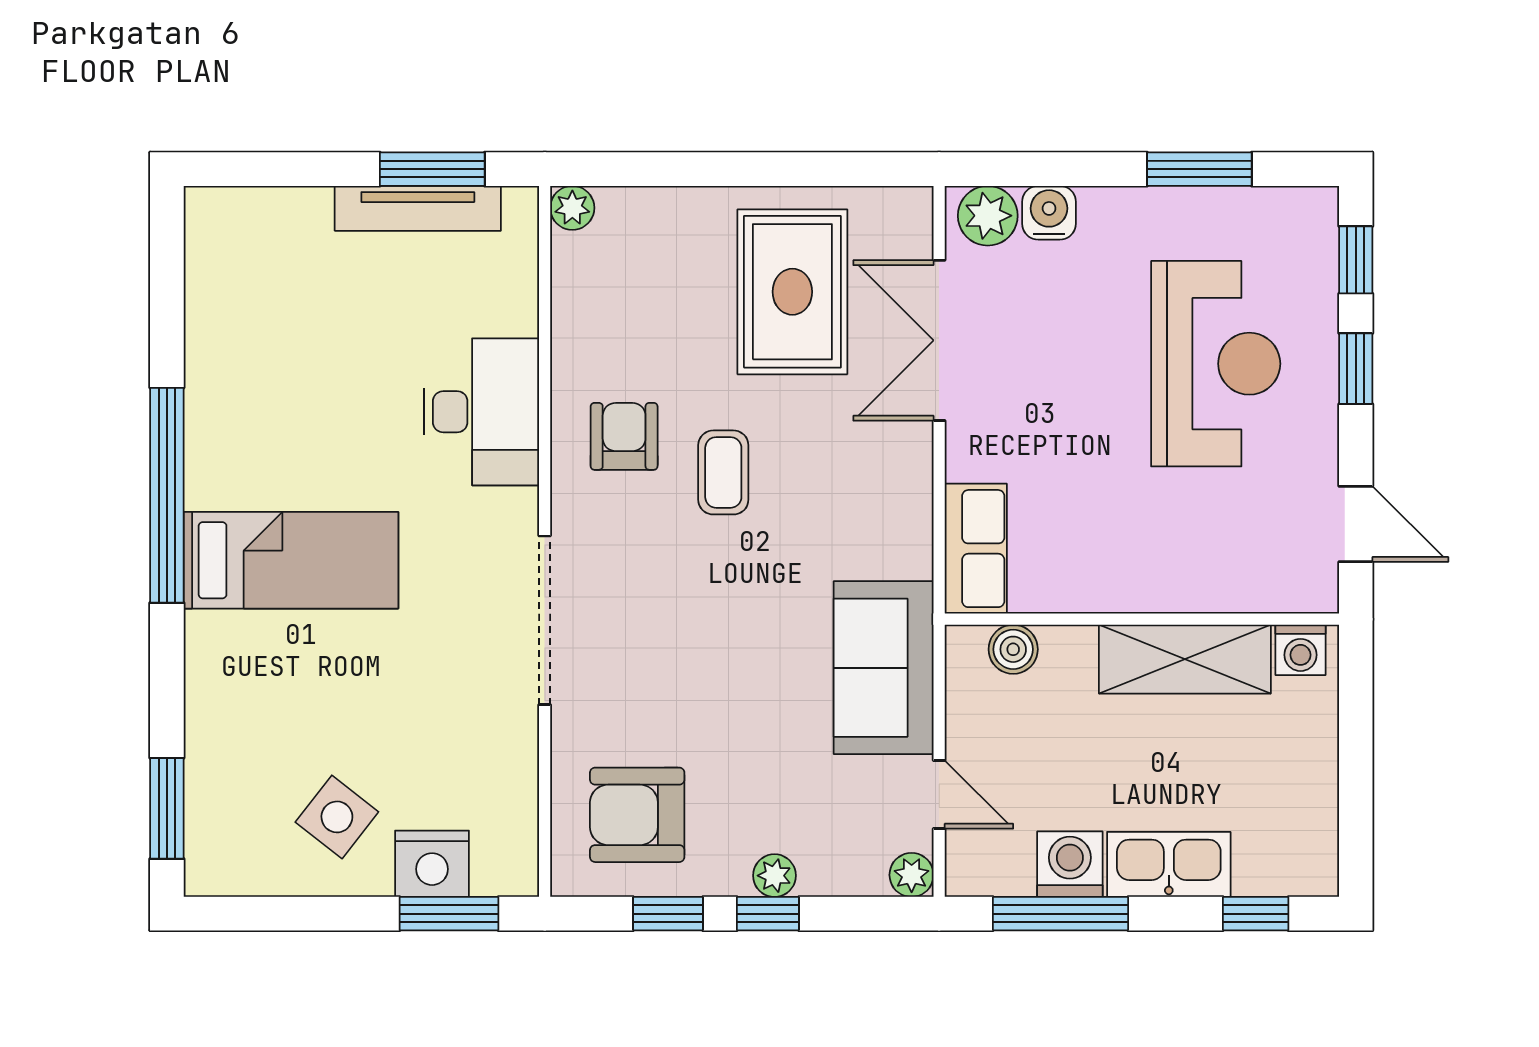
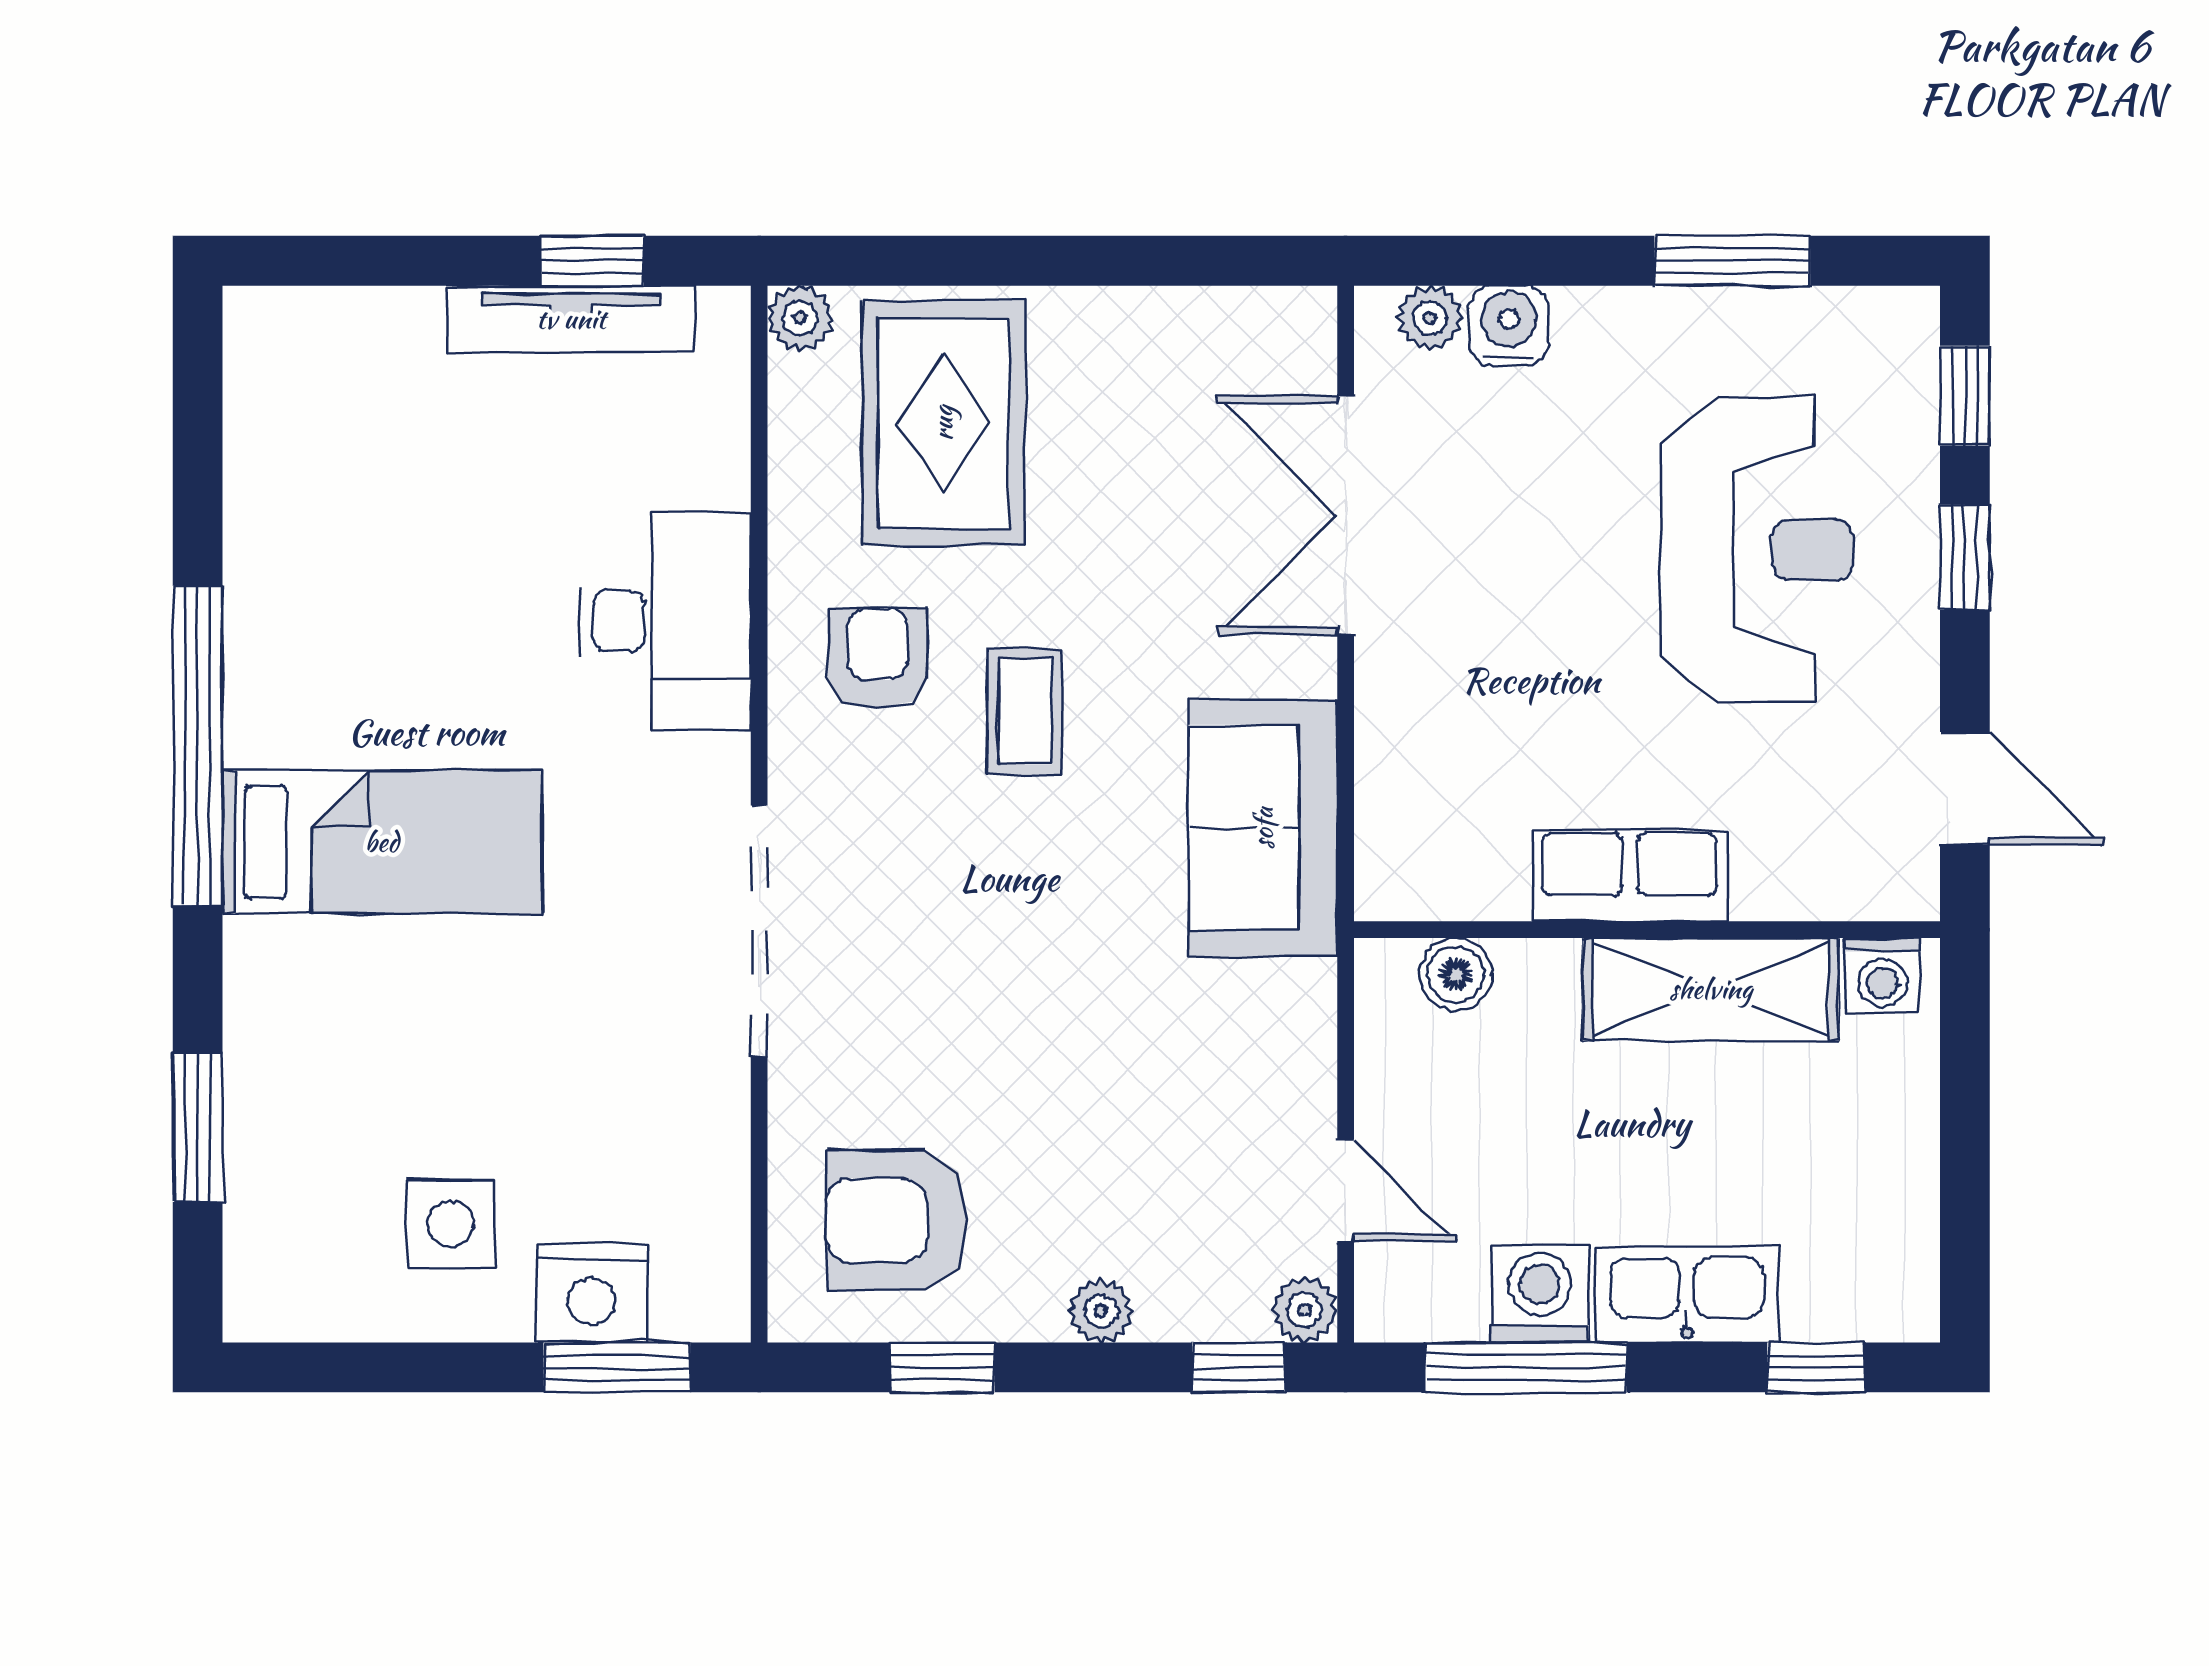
window: (432, 169) -> (592, 261), width x0.67
plant: (988, 216) -> (1430, 318), width x0.73, depth x0.73
rug: (792, 292) -> (943, 423), moved
row of seats: (976, 549) -> (1630, 875), moved, turned -90
sofa: (884, 668) -> (1263, 828), moved
window: (167, 808) -> (198, 1127), moved
side table: (337, 817) -> (450, 1224), turned -38
window: (768, 914) -> (1238, 1367), moved

